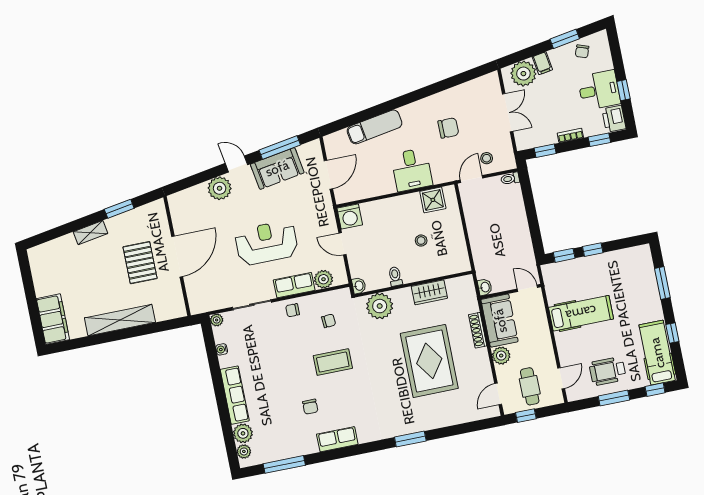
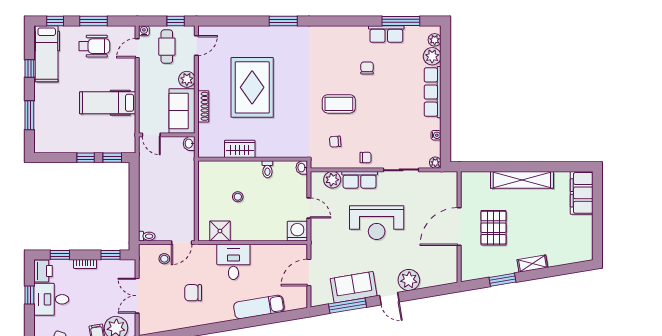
plant: (380, 306) -> (287, 146), removed
water cooler: (558, 398) -> (144, 31), added
row of seats: (337, 439) -> (386, 34), moved

